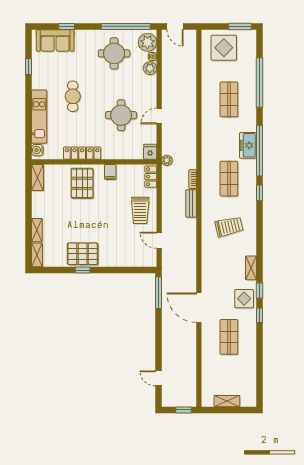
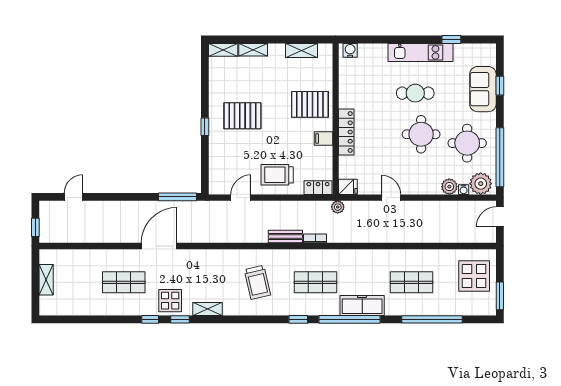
sofa: (55, 40) -> (483, 89), moved
round table: (121, 115) -> (421, 134), moved
kitchen unit: (39, 117) -> (421, 52), moved
freezer: (248, 145) -> (362, 305), width x1.40
locker: (82, 153) -> (346, 132), moved
shelving: (38, 178) -> (301, 50), moved
pallet: (83, 254) -> (242, 116), moved, turned 90
window: (83, 270) -> (205, 127), moved

